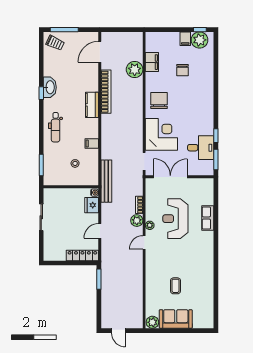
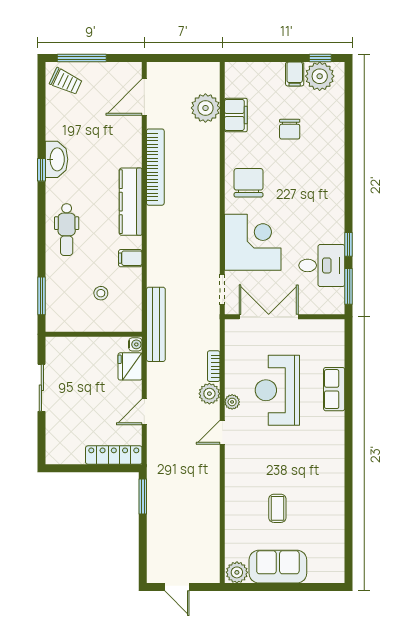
plant: (135, 70) -> (205, 108), moved
kitchen counter: (92, 105) -> (131, 202), width x1.50

